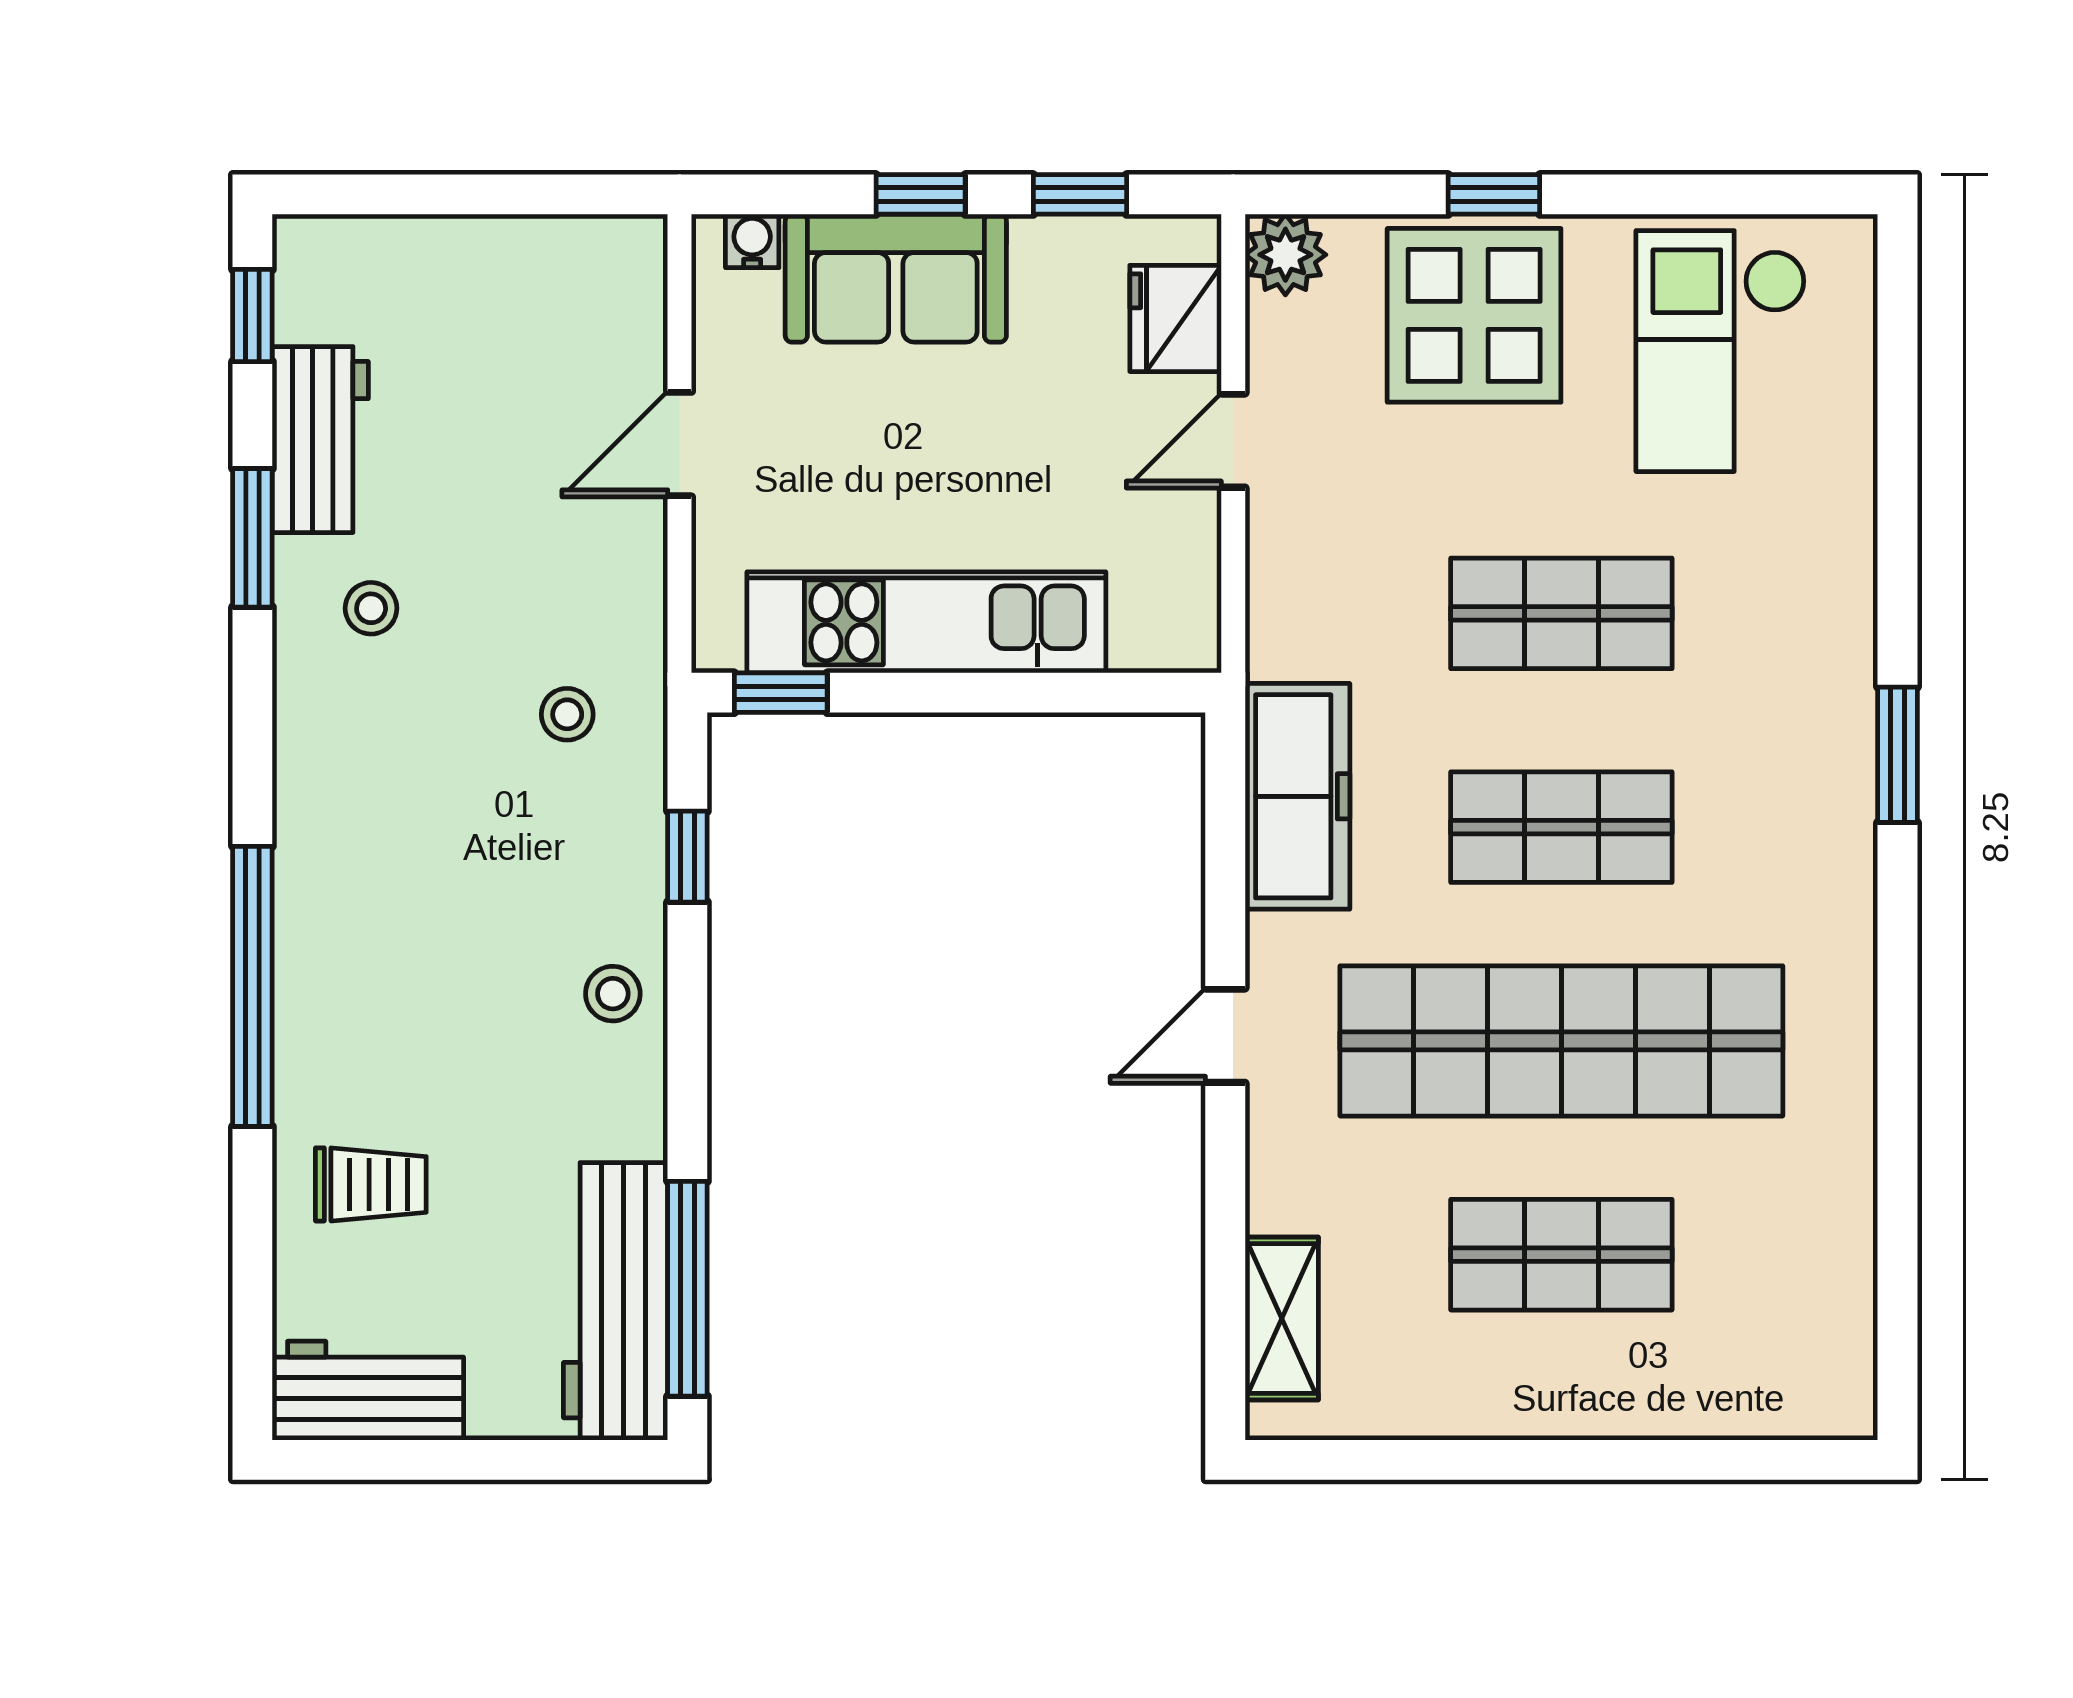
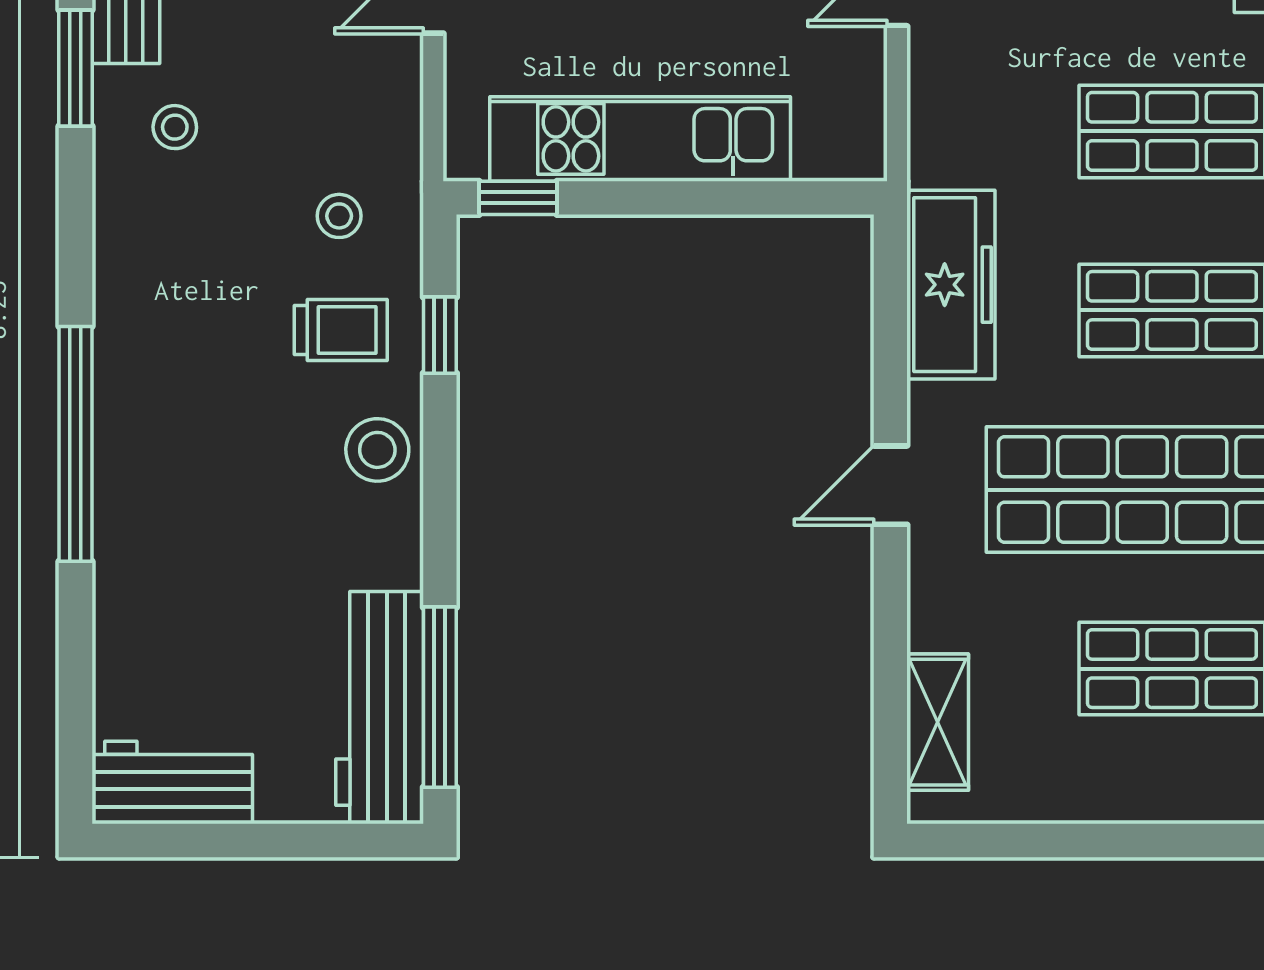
stool: (613, 994) -> (377, 450), width x1.37, depth x1.37
trolley: (371, 1184) -> (341, 330), moved

